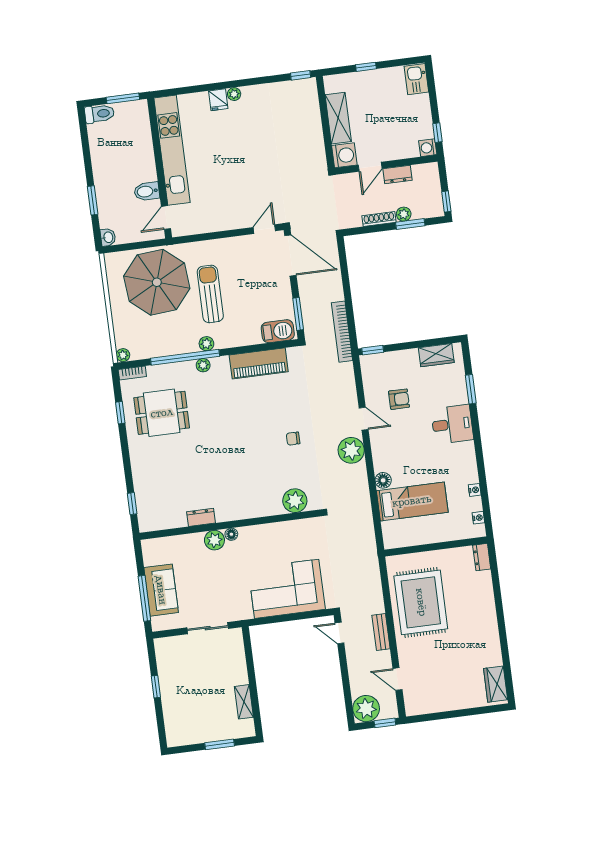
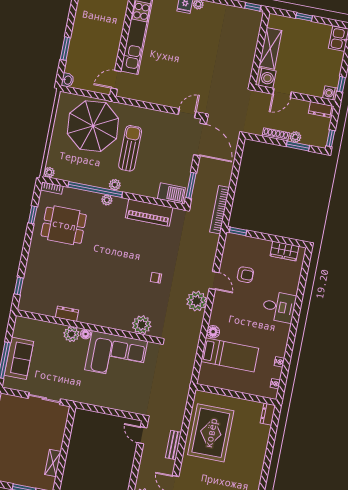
dresser: (397, 175) -> (320, 109), moved
bidet: (147, 191) -> (108, 55), removed
window: (471, 389) -> (302, 285), removed
corner sofa: (287, 589) -> (116, 355), moved, turned 180

